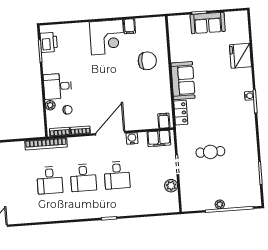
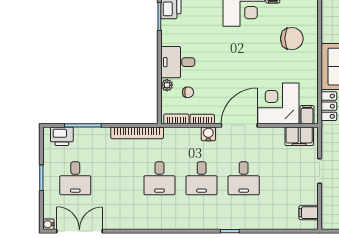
corner desk: (140, 113) -> (278, 103), added
water cooler: (132, 138) -> (208, 134), moved
bookcase: (46, 144) -> (137, 133), moved
plant: (171, 186) -> (310, 196), removed
filing cabinet: (171, 199) -> (309, 213), added

